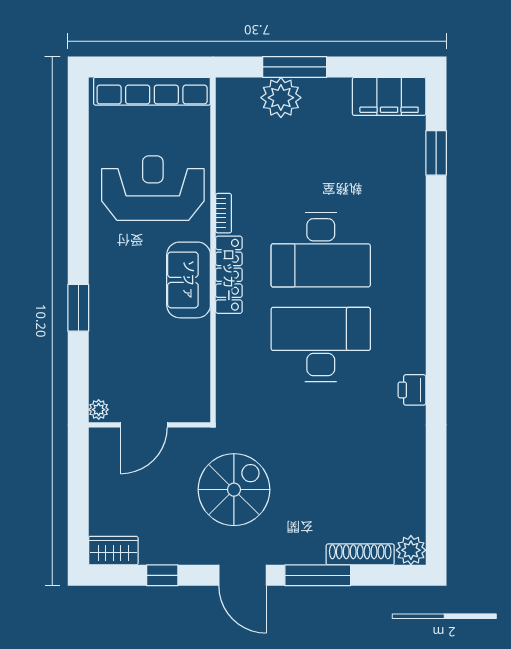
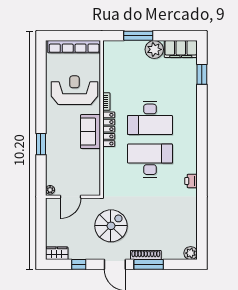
plant: (281, 98) -> (154, 49), moved
shoe rack: (360, 554) -> (146, 255), moved

